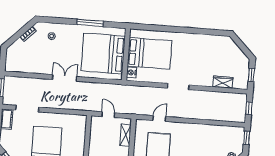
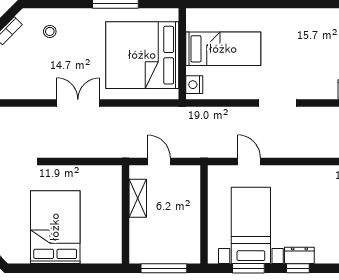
bed: (150, 53) -> (223, 49), width x0.67
door: (159, 119) -> (249, 161), hinge flipped
shelving: (125, 135) -> (138, 198), moved

